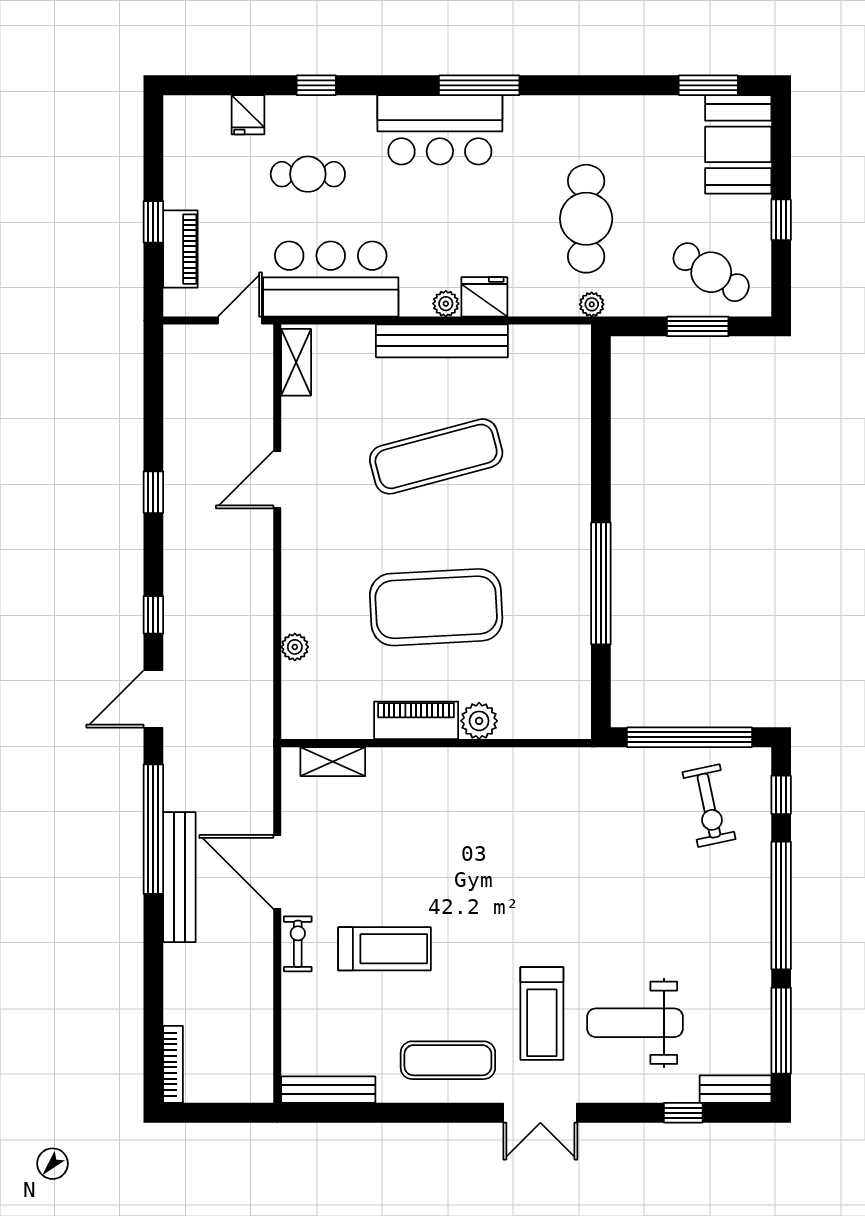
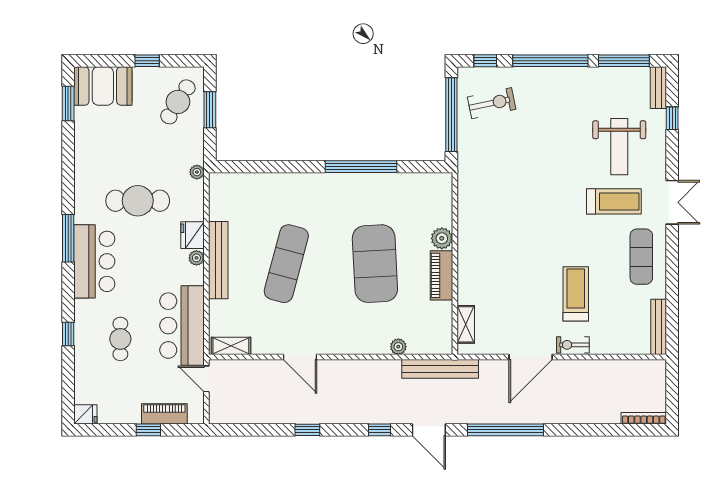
fridge: (248, 115) -> (85, 414), moved
cafe table: (586, 219) -> (138, 201), moved
exercise mat: (436, 456) -> (286, 264), turned 30
bench: (179, 877) -> (440, 369), moved

